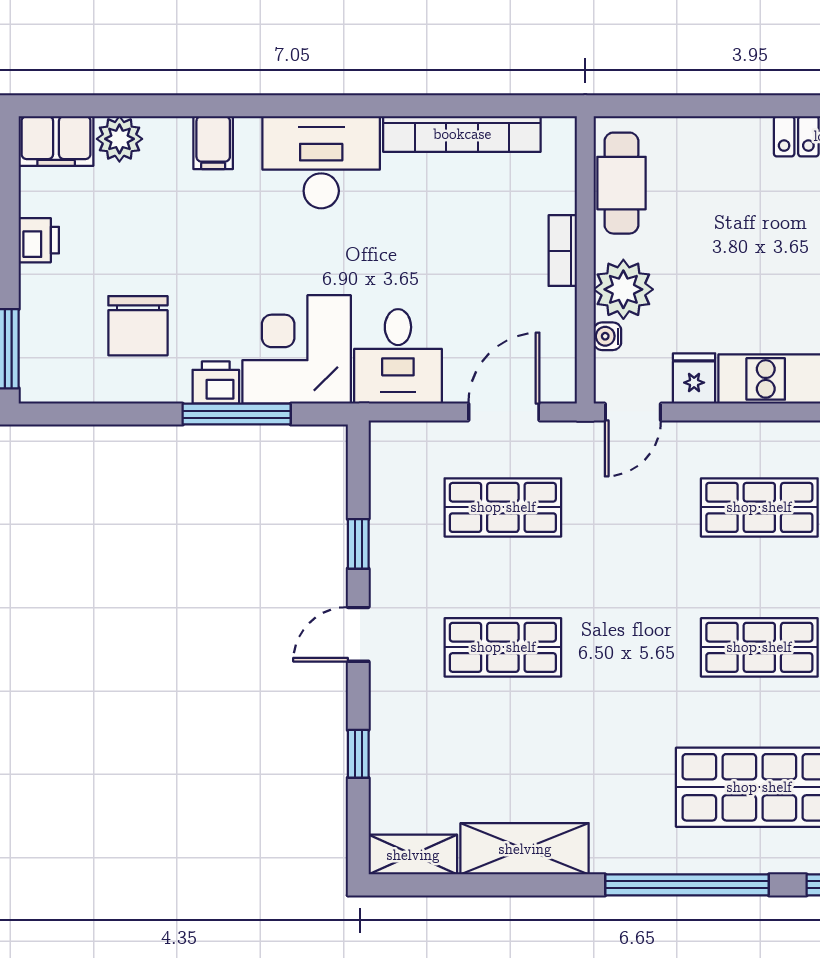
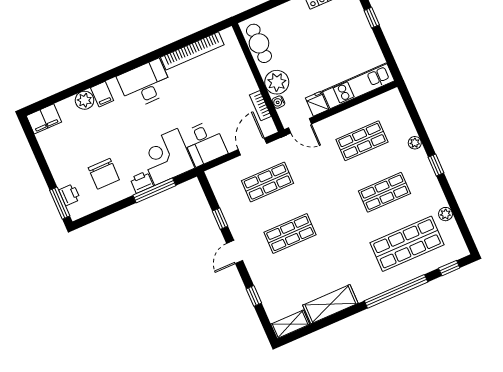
plant: (119, 139) -> (85, 100), moved
printer: (39, 240) -> (70, 195), moved
bookcase: (563, 251) -> (260, 106), moved
door: (633, 412) -> (300, 126), hinge flipped

